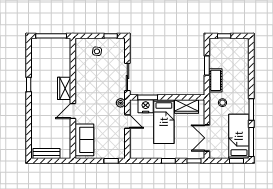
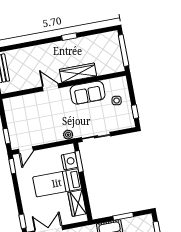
wardrobe: (64, 88) -> (78, 73), width x1.50
door: (127, 121) -> (26, 150), moved
sofa: (84, 140) -> (88, 93), moved
window: (168, 161) -> (12, 166), moved

